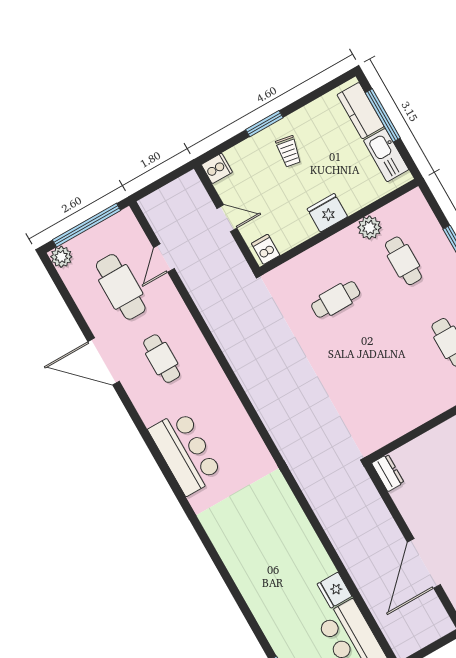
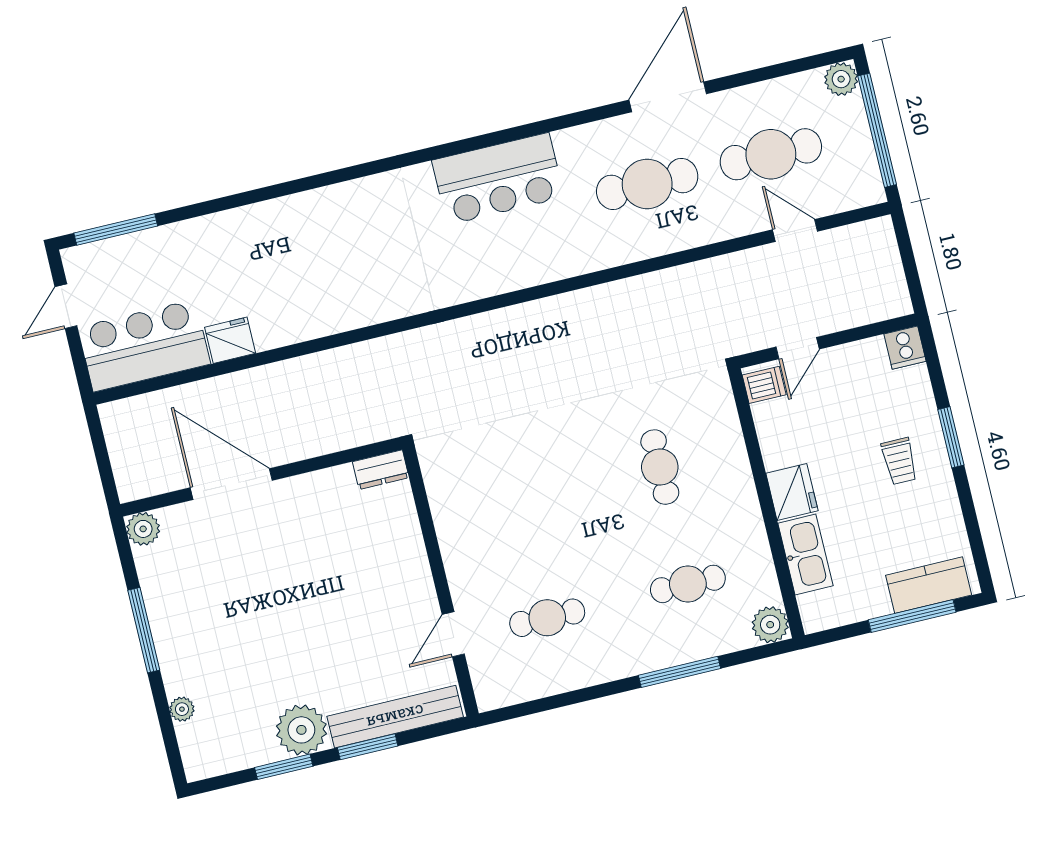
trolley: (289, 151) -> (899, 461), turned -100
kitchen sink: (386, 155) -> (805, 554), moved, turned 90
door: (227, 218) -> (798, 348), moved
plant: (369, 228) -> (770, 625), moved
cafe table: (162, 359) -> (647, 184), width x1.37, depth x1.35

